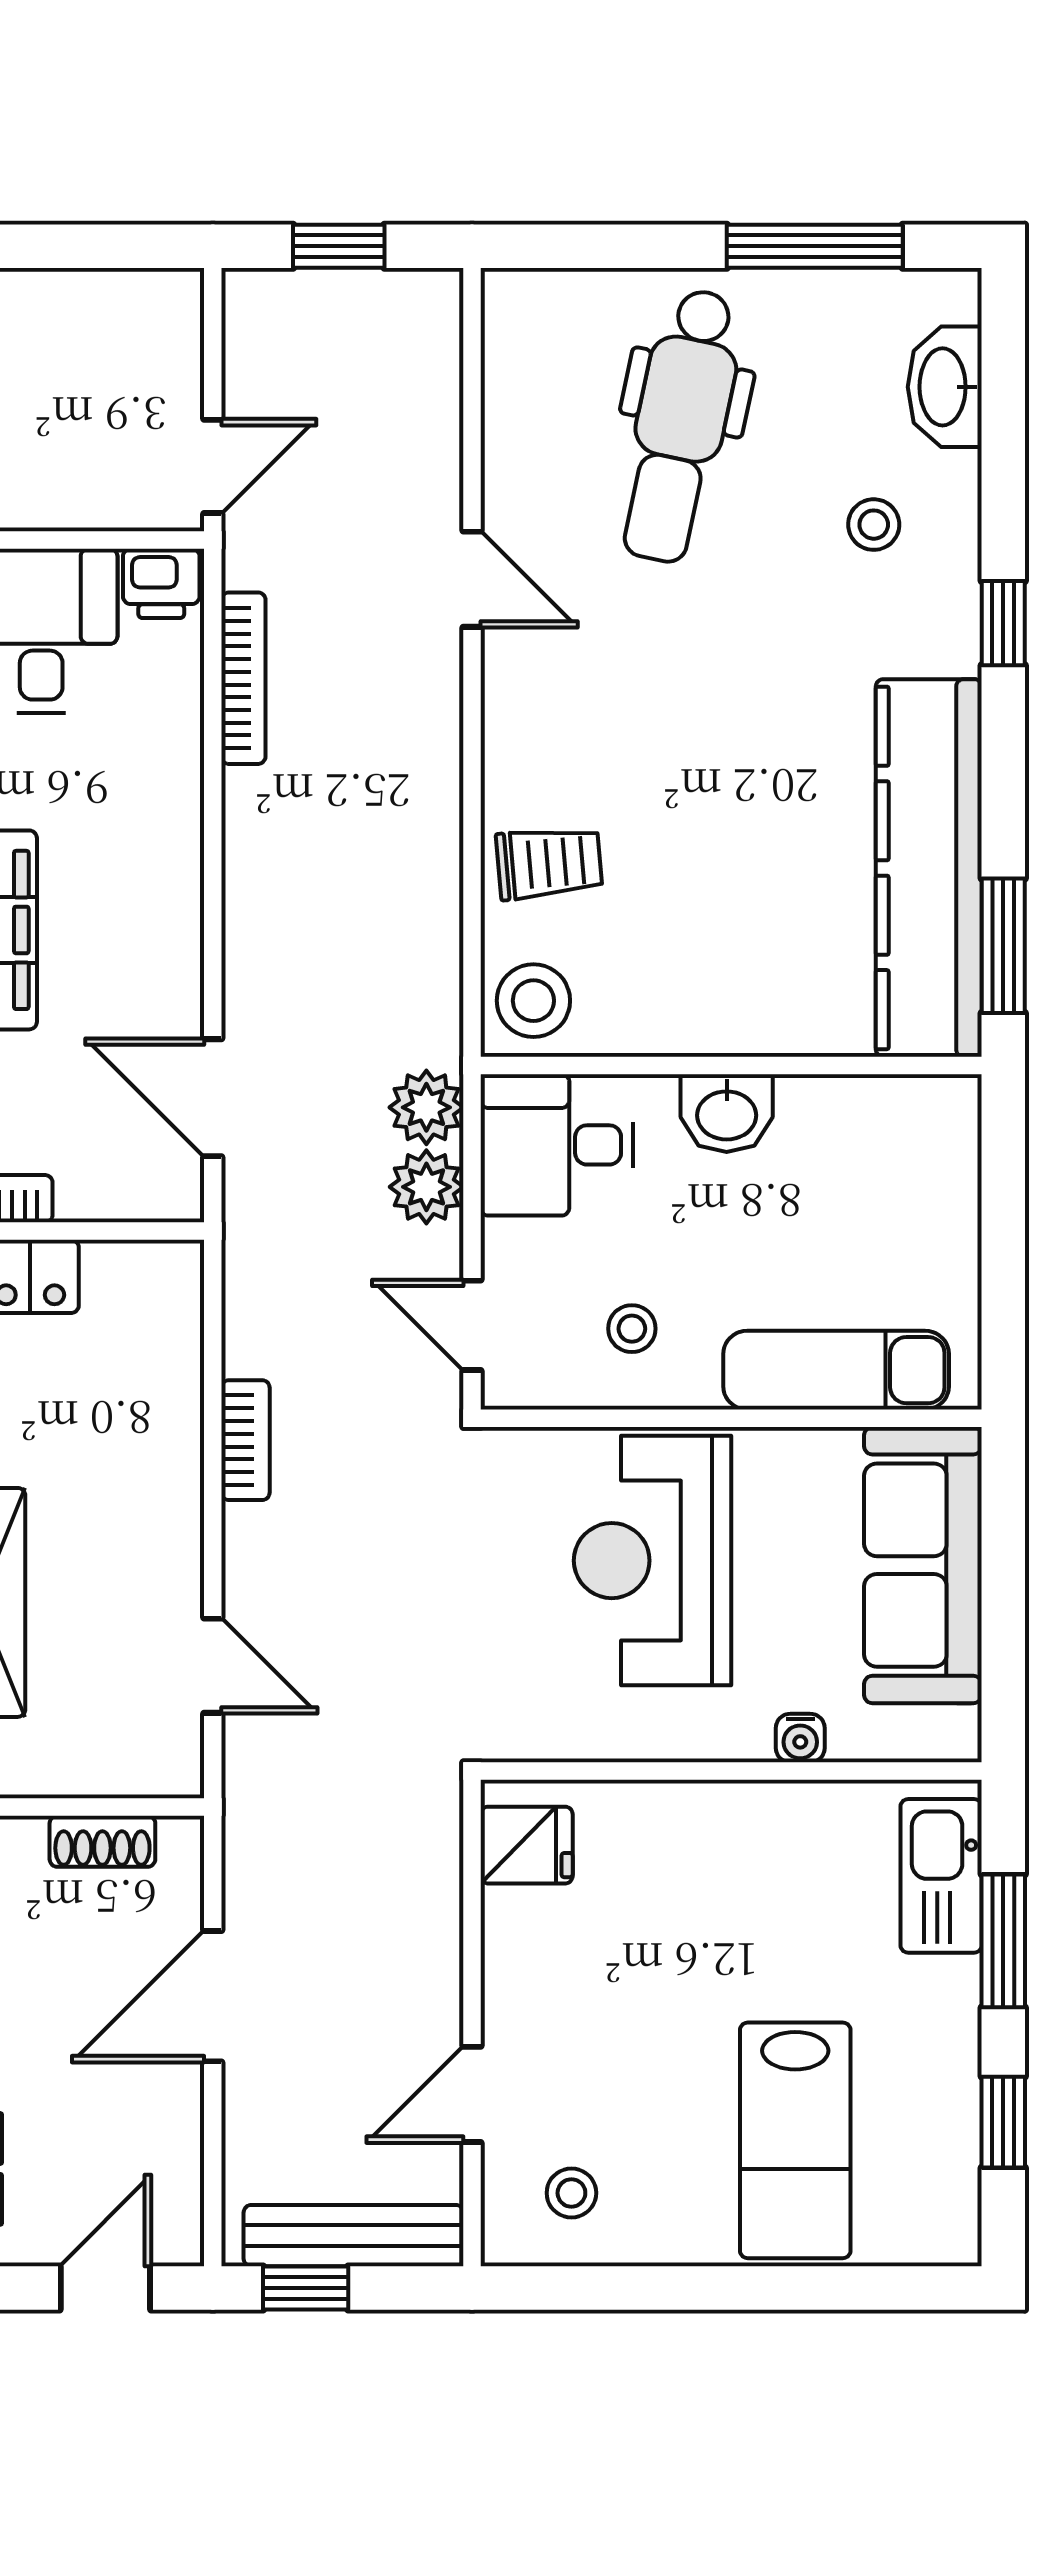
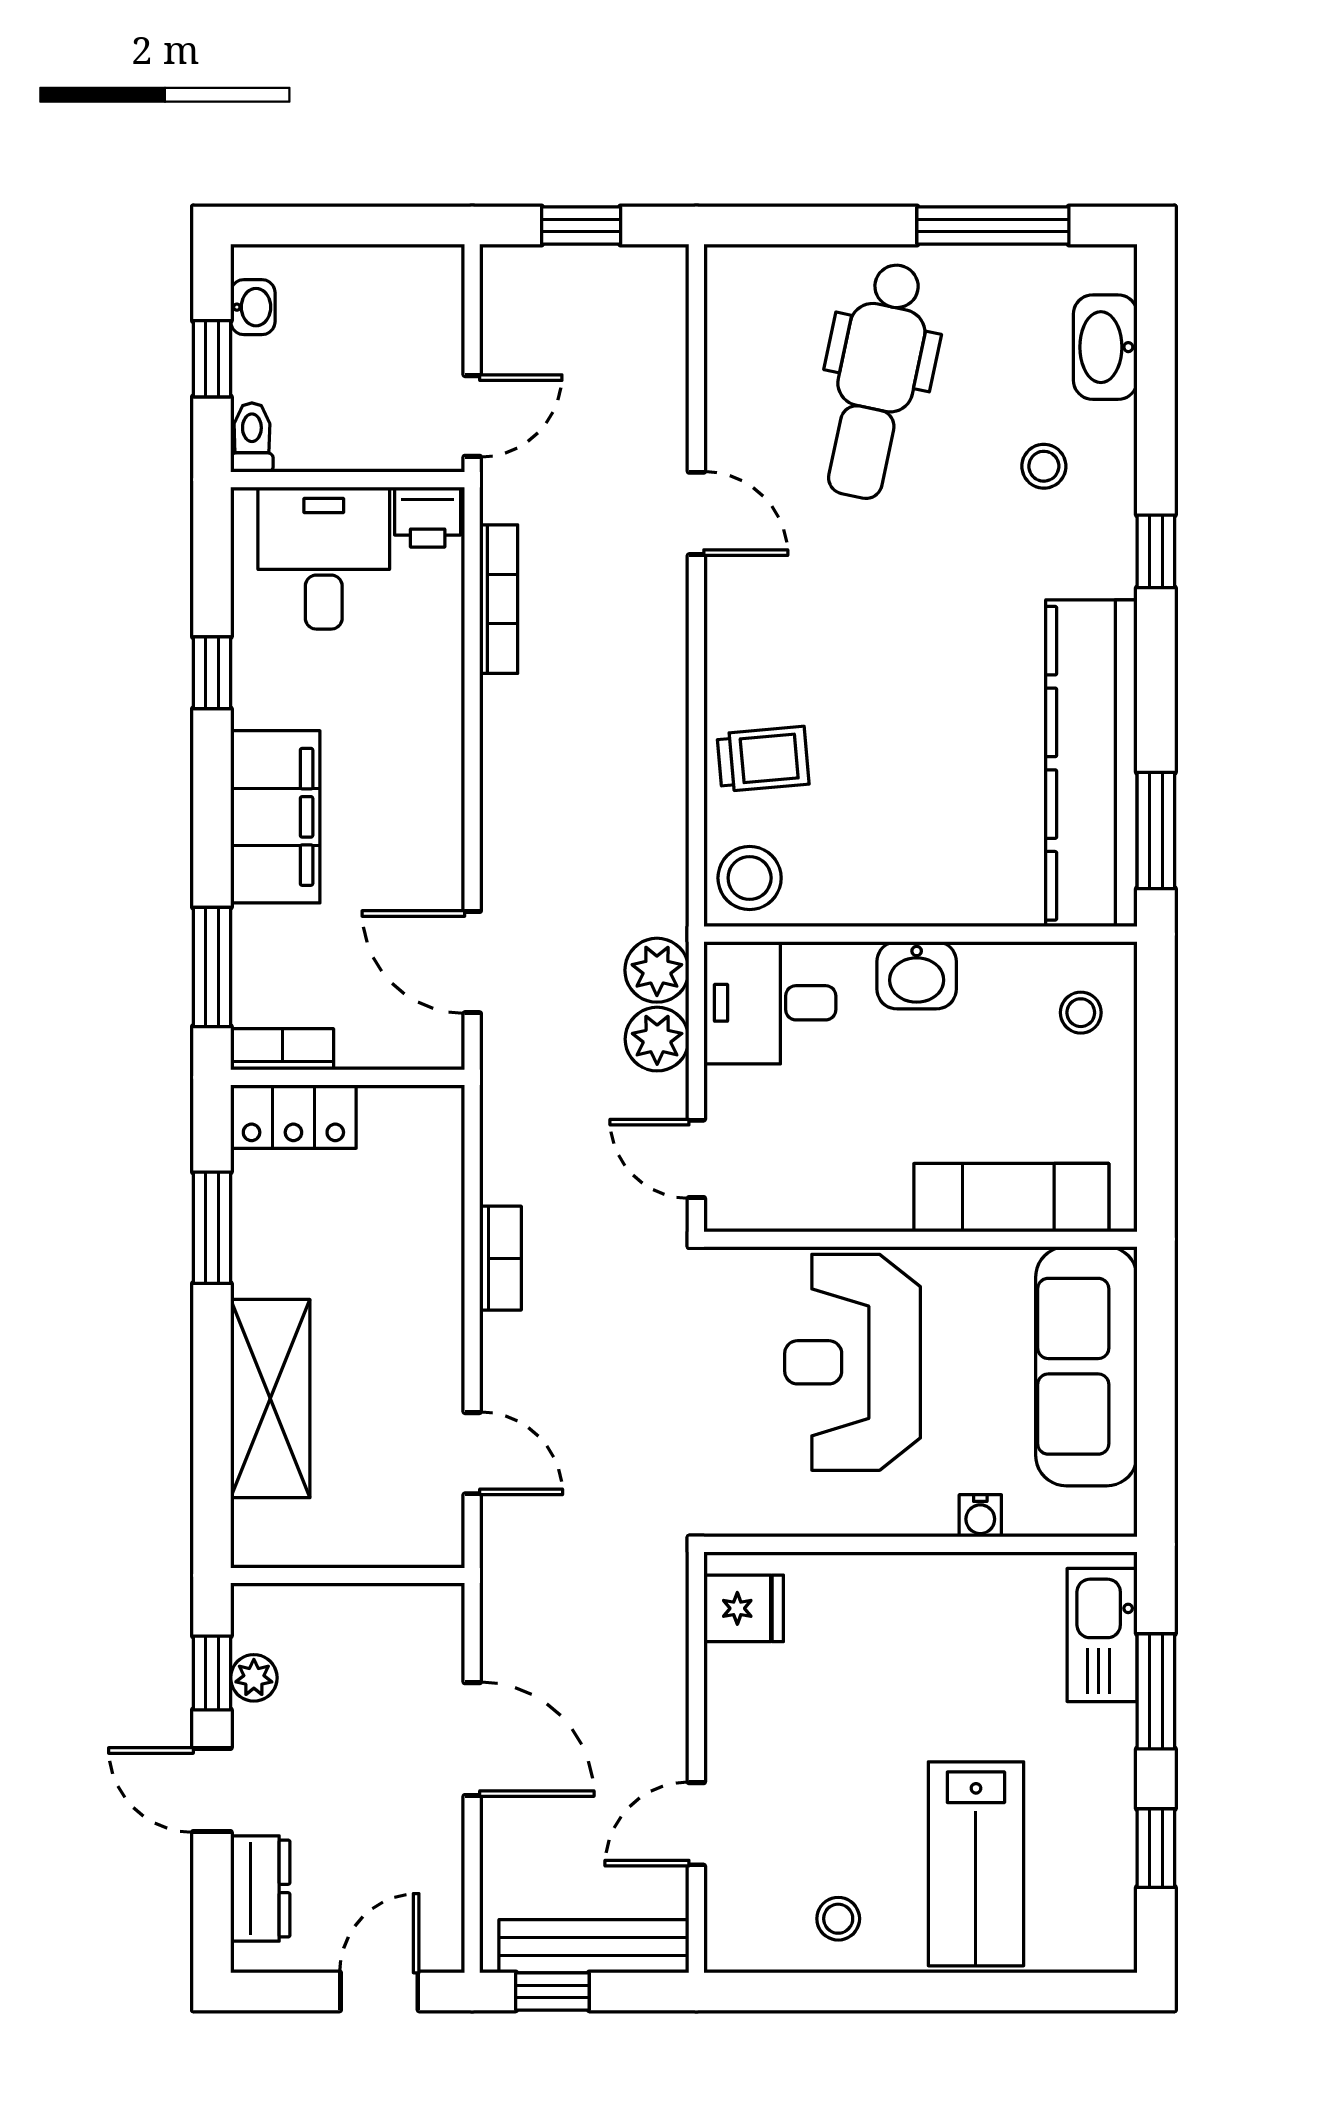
stool: (632, 1329) -> (1081, 1013), moved
shoe rack: (102, 1841) -> (377, 1605), removed
door: (213, 1996) -> (472, 1739), swing flipped
stool: (571, 2193) -> (838, 1919), moved

